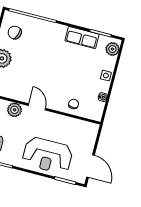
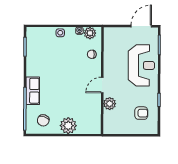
row of seats: (82, 38) -> (33, 91), moved
plant: (112, 49) -> (90, 33), moved

